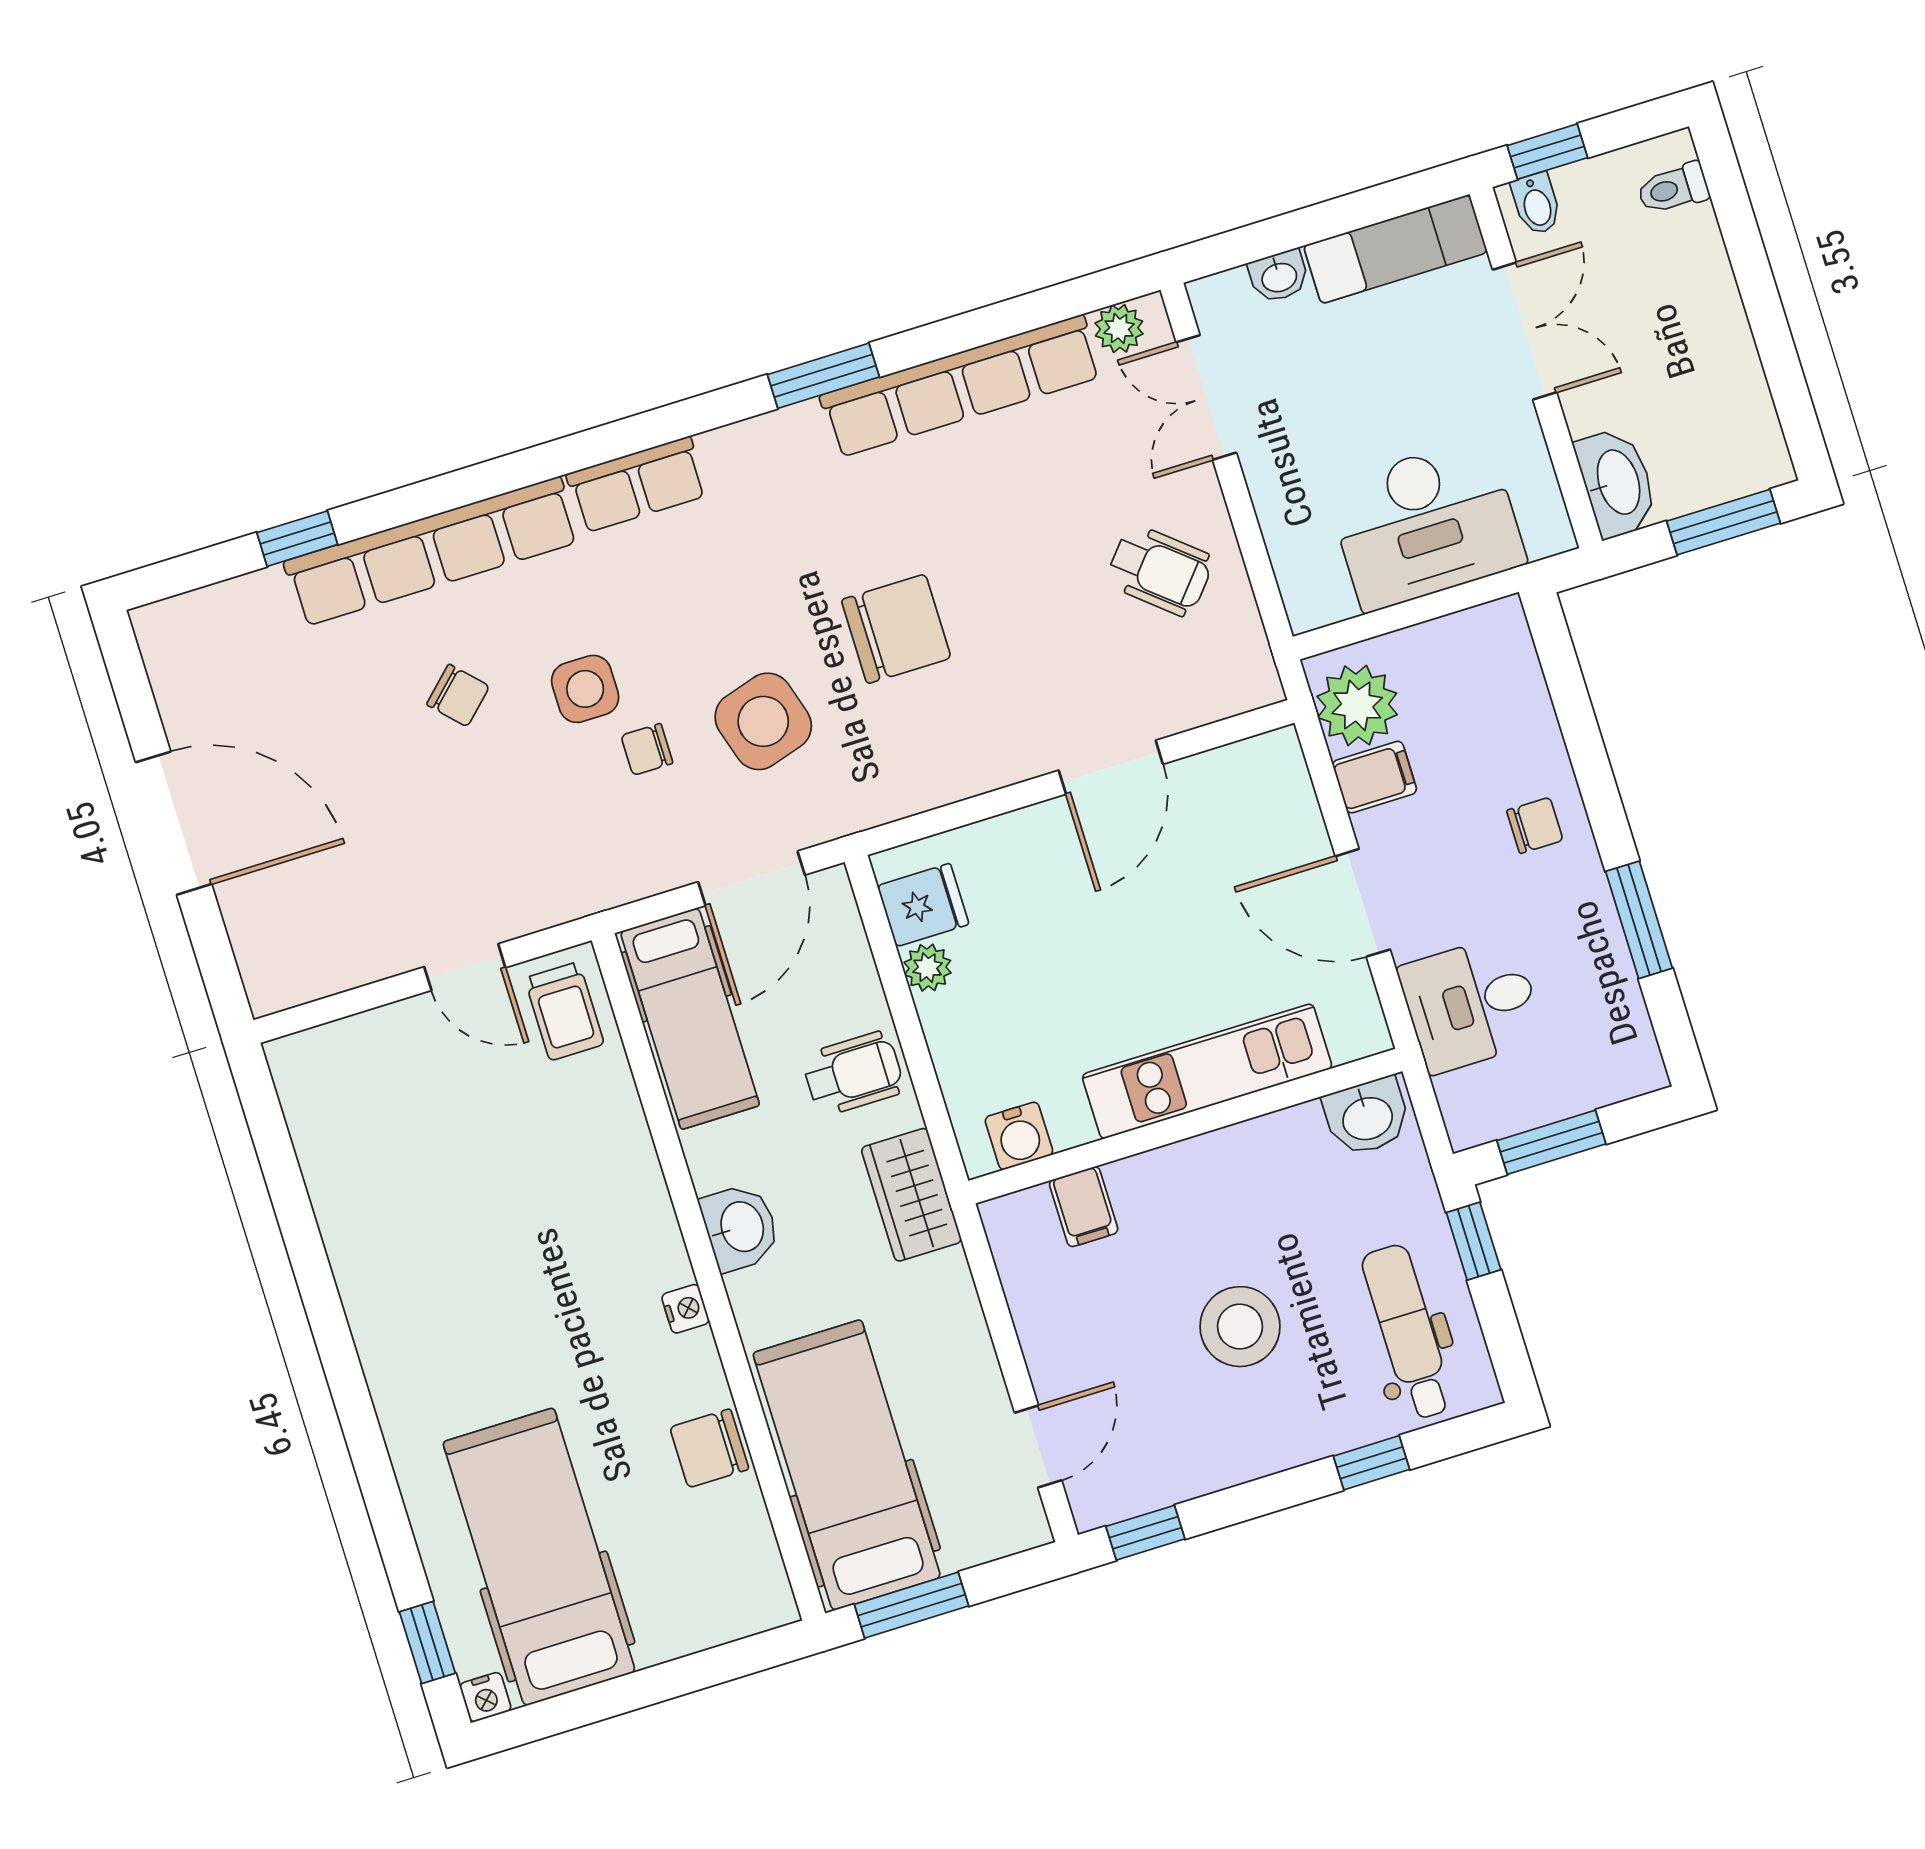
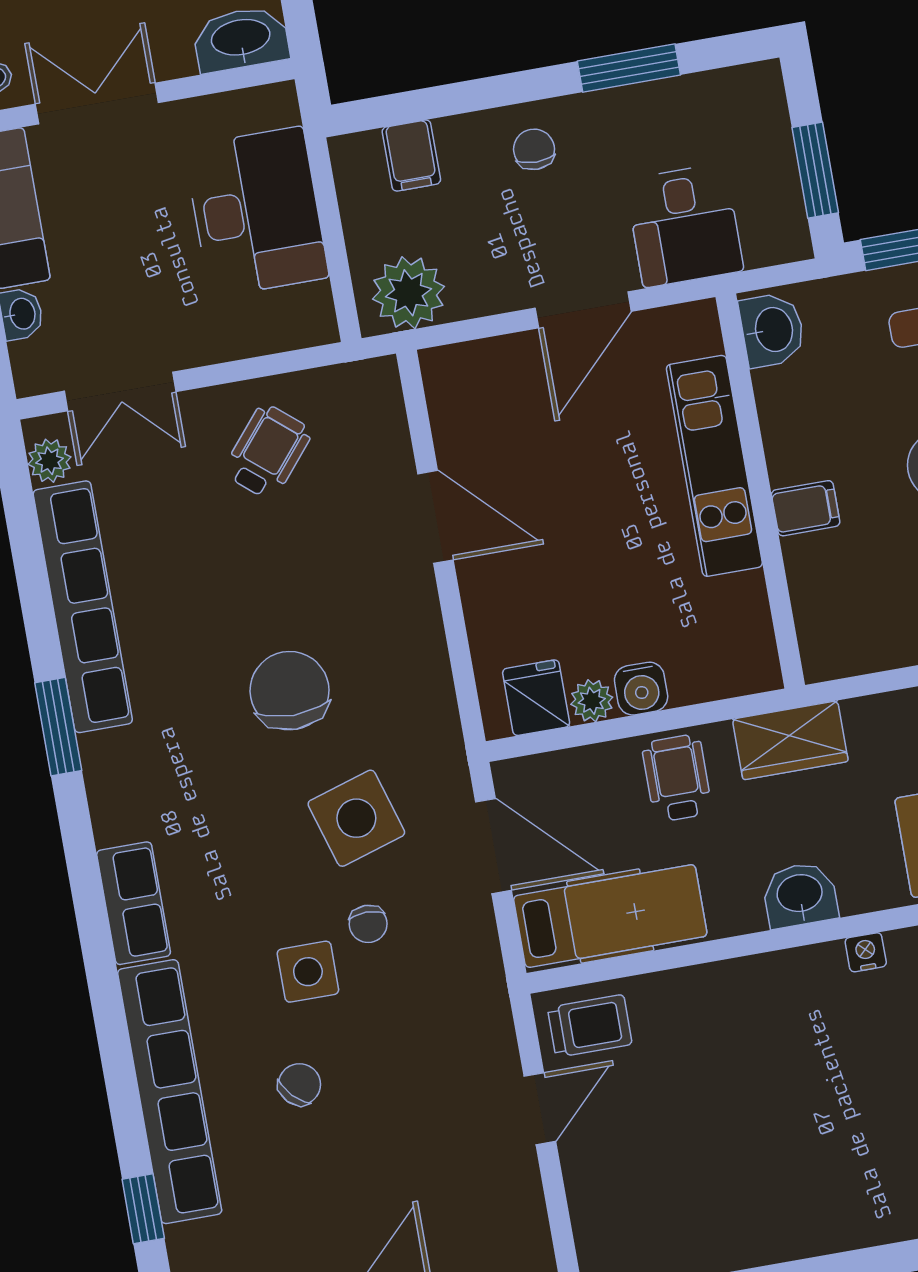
filing cabinet: (1375, 777) -> (411, 156), moved, turned 180
water cooler: (1019, 1136) -> (641, 689), moved, turned 90
filing cabinet: (1084, 1207) -> (806, 508), moved

